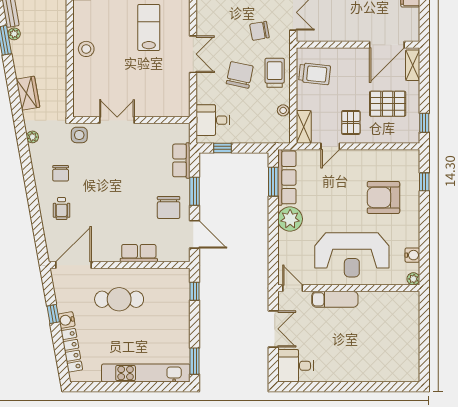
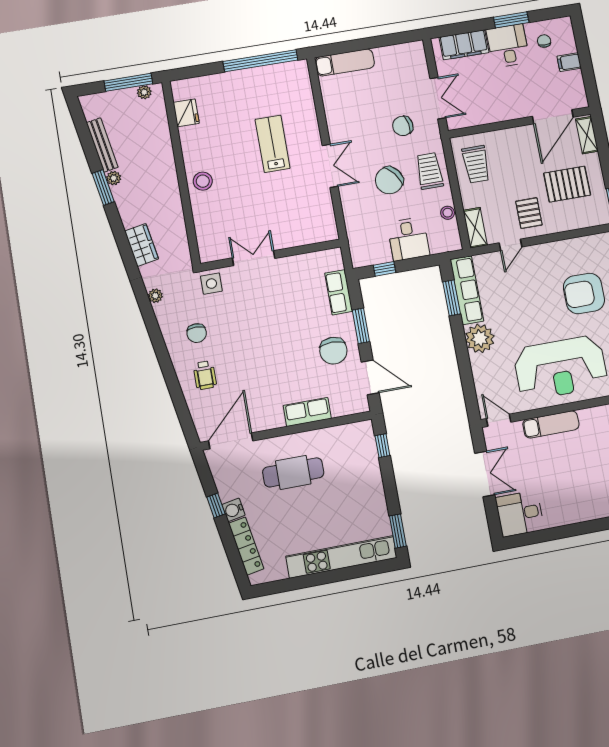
trolley: (315, 74) -> (476, 164), turned 84
chair: (240, 75) -> (389, 180), turned -139
desk: (213, 120) -> (408, 239), moved, turned -90

